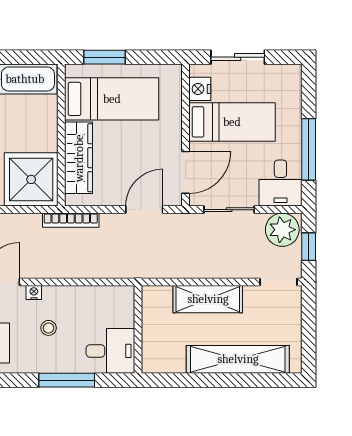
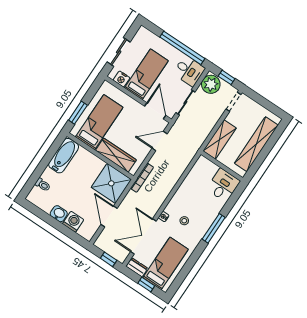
window: (309, 149) -> (182, 48), width x1.46
door: (144, 210) -> (160, 141), hinge flipped
wall: (138, 329) -> (222, 166), moved
desk: (110, 351) -> (223, 185), moved

